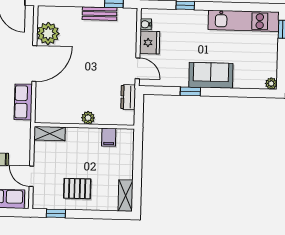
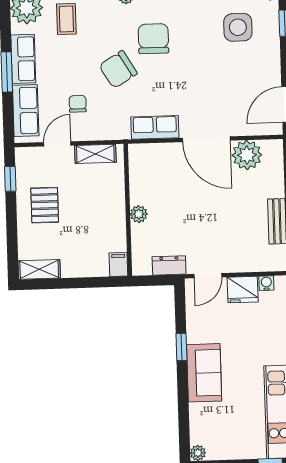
shelving: (50, 134) -> (95, 154), moved, turned 90
filing cabinet: (109, 137) -> (118, 264), moved, turned 90

